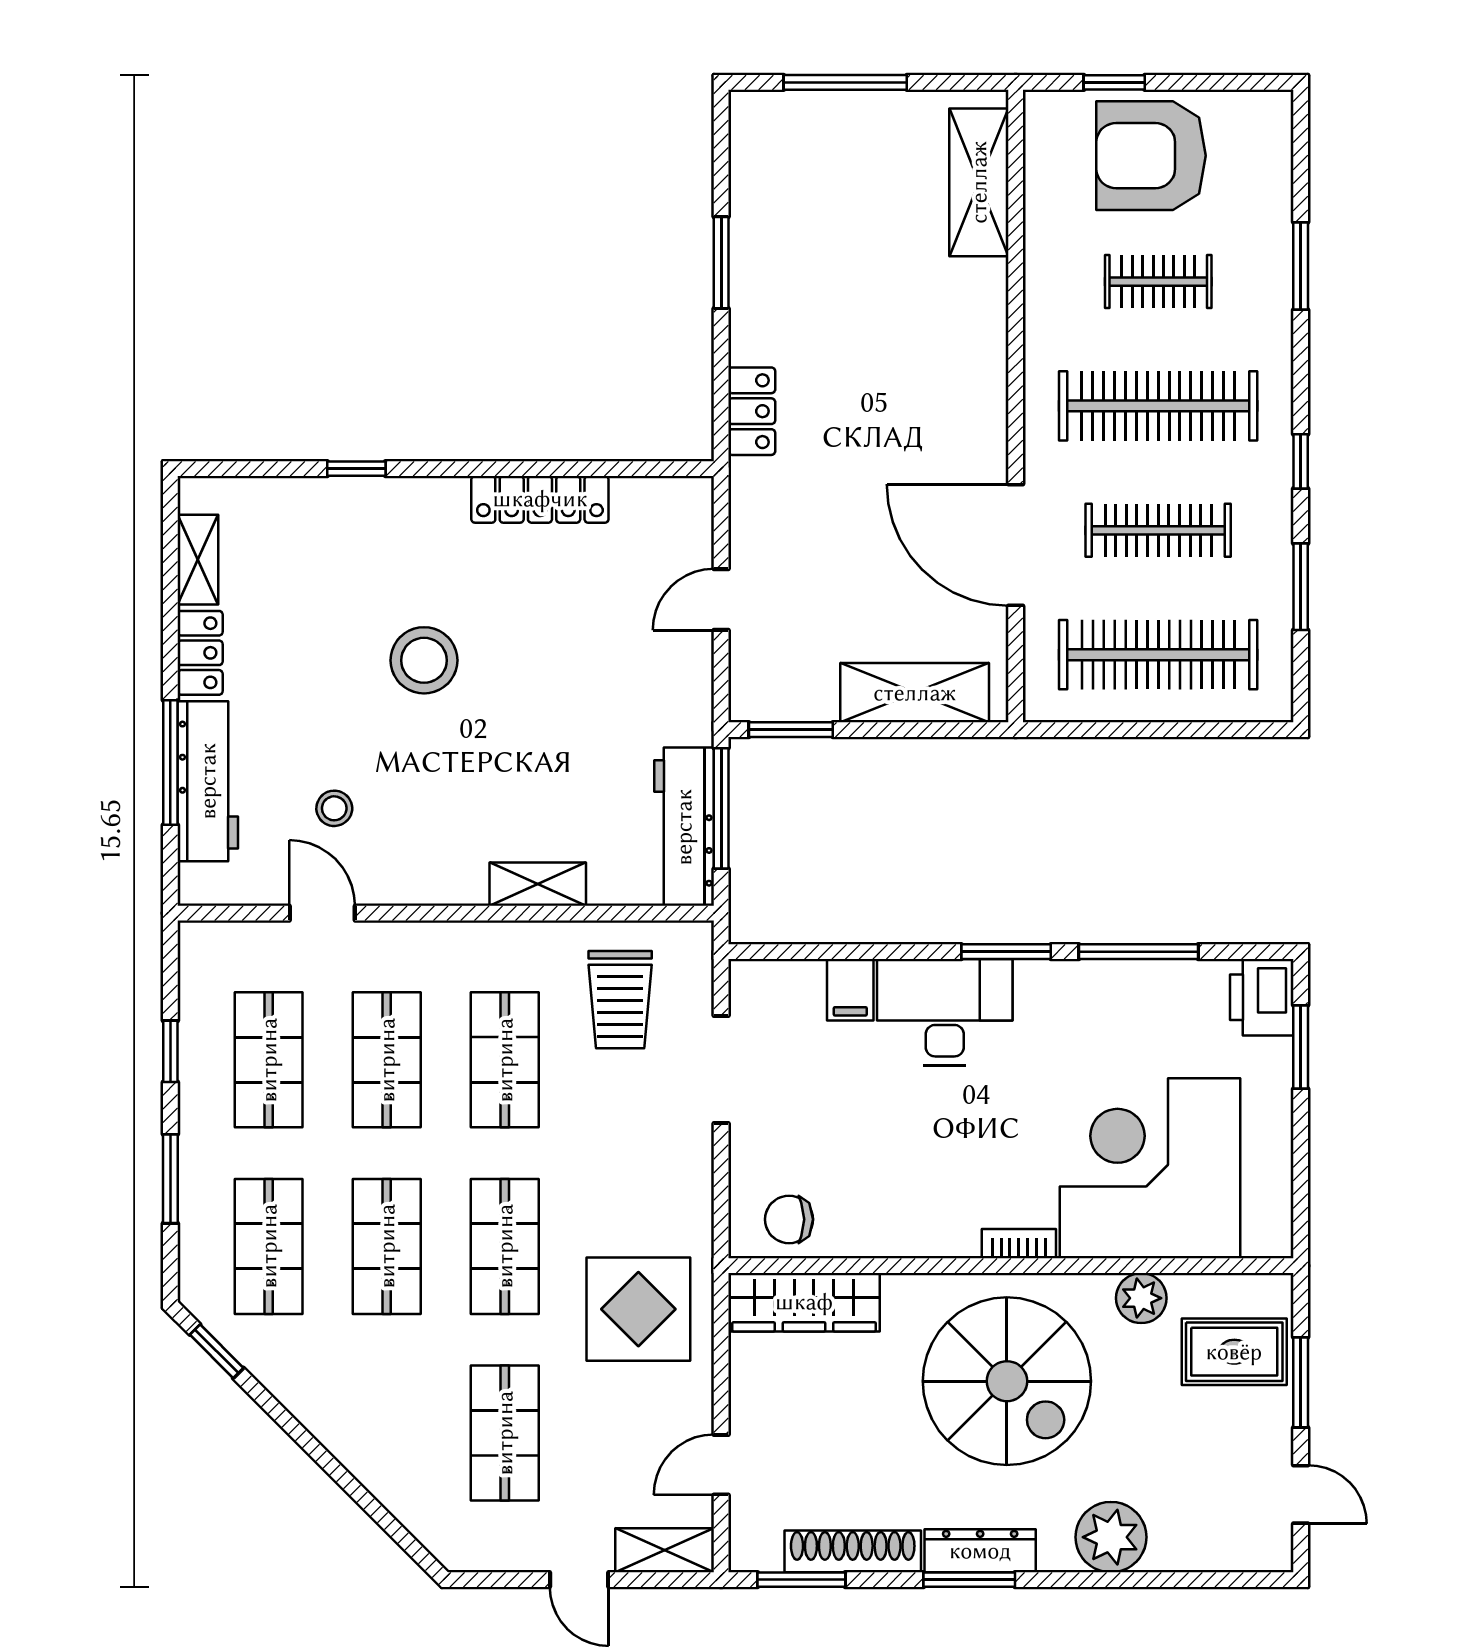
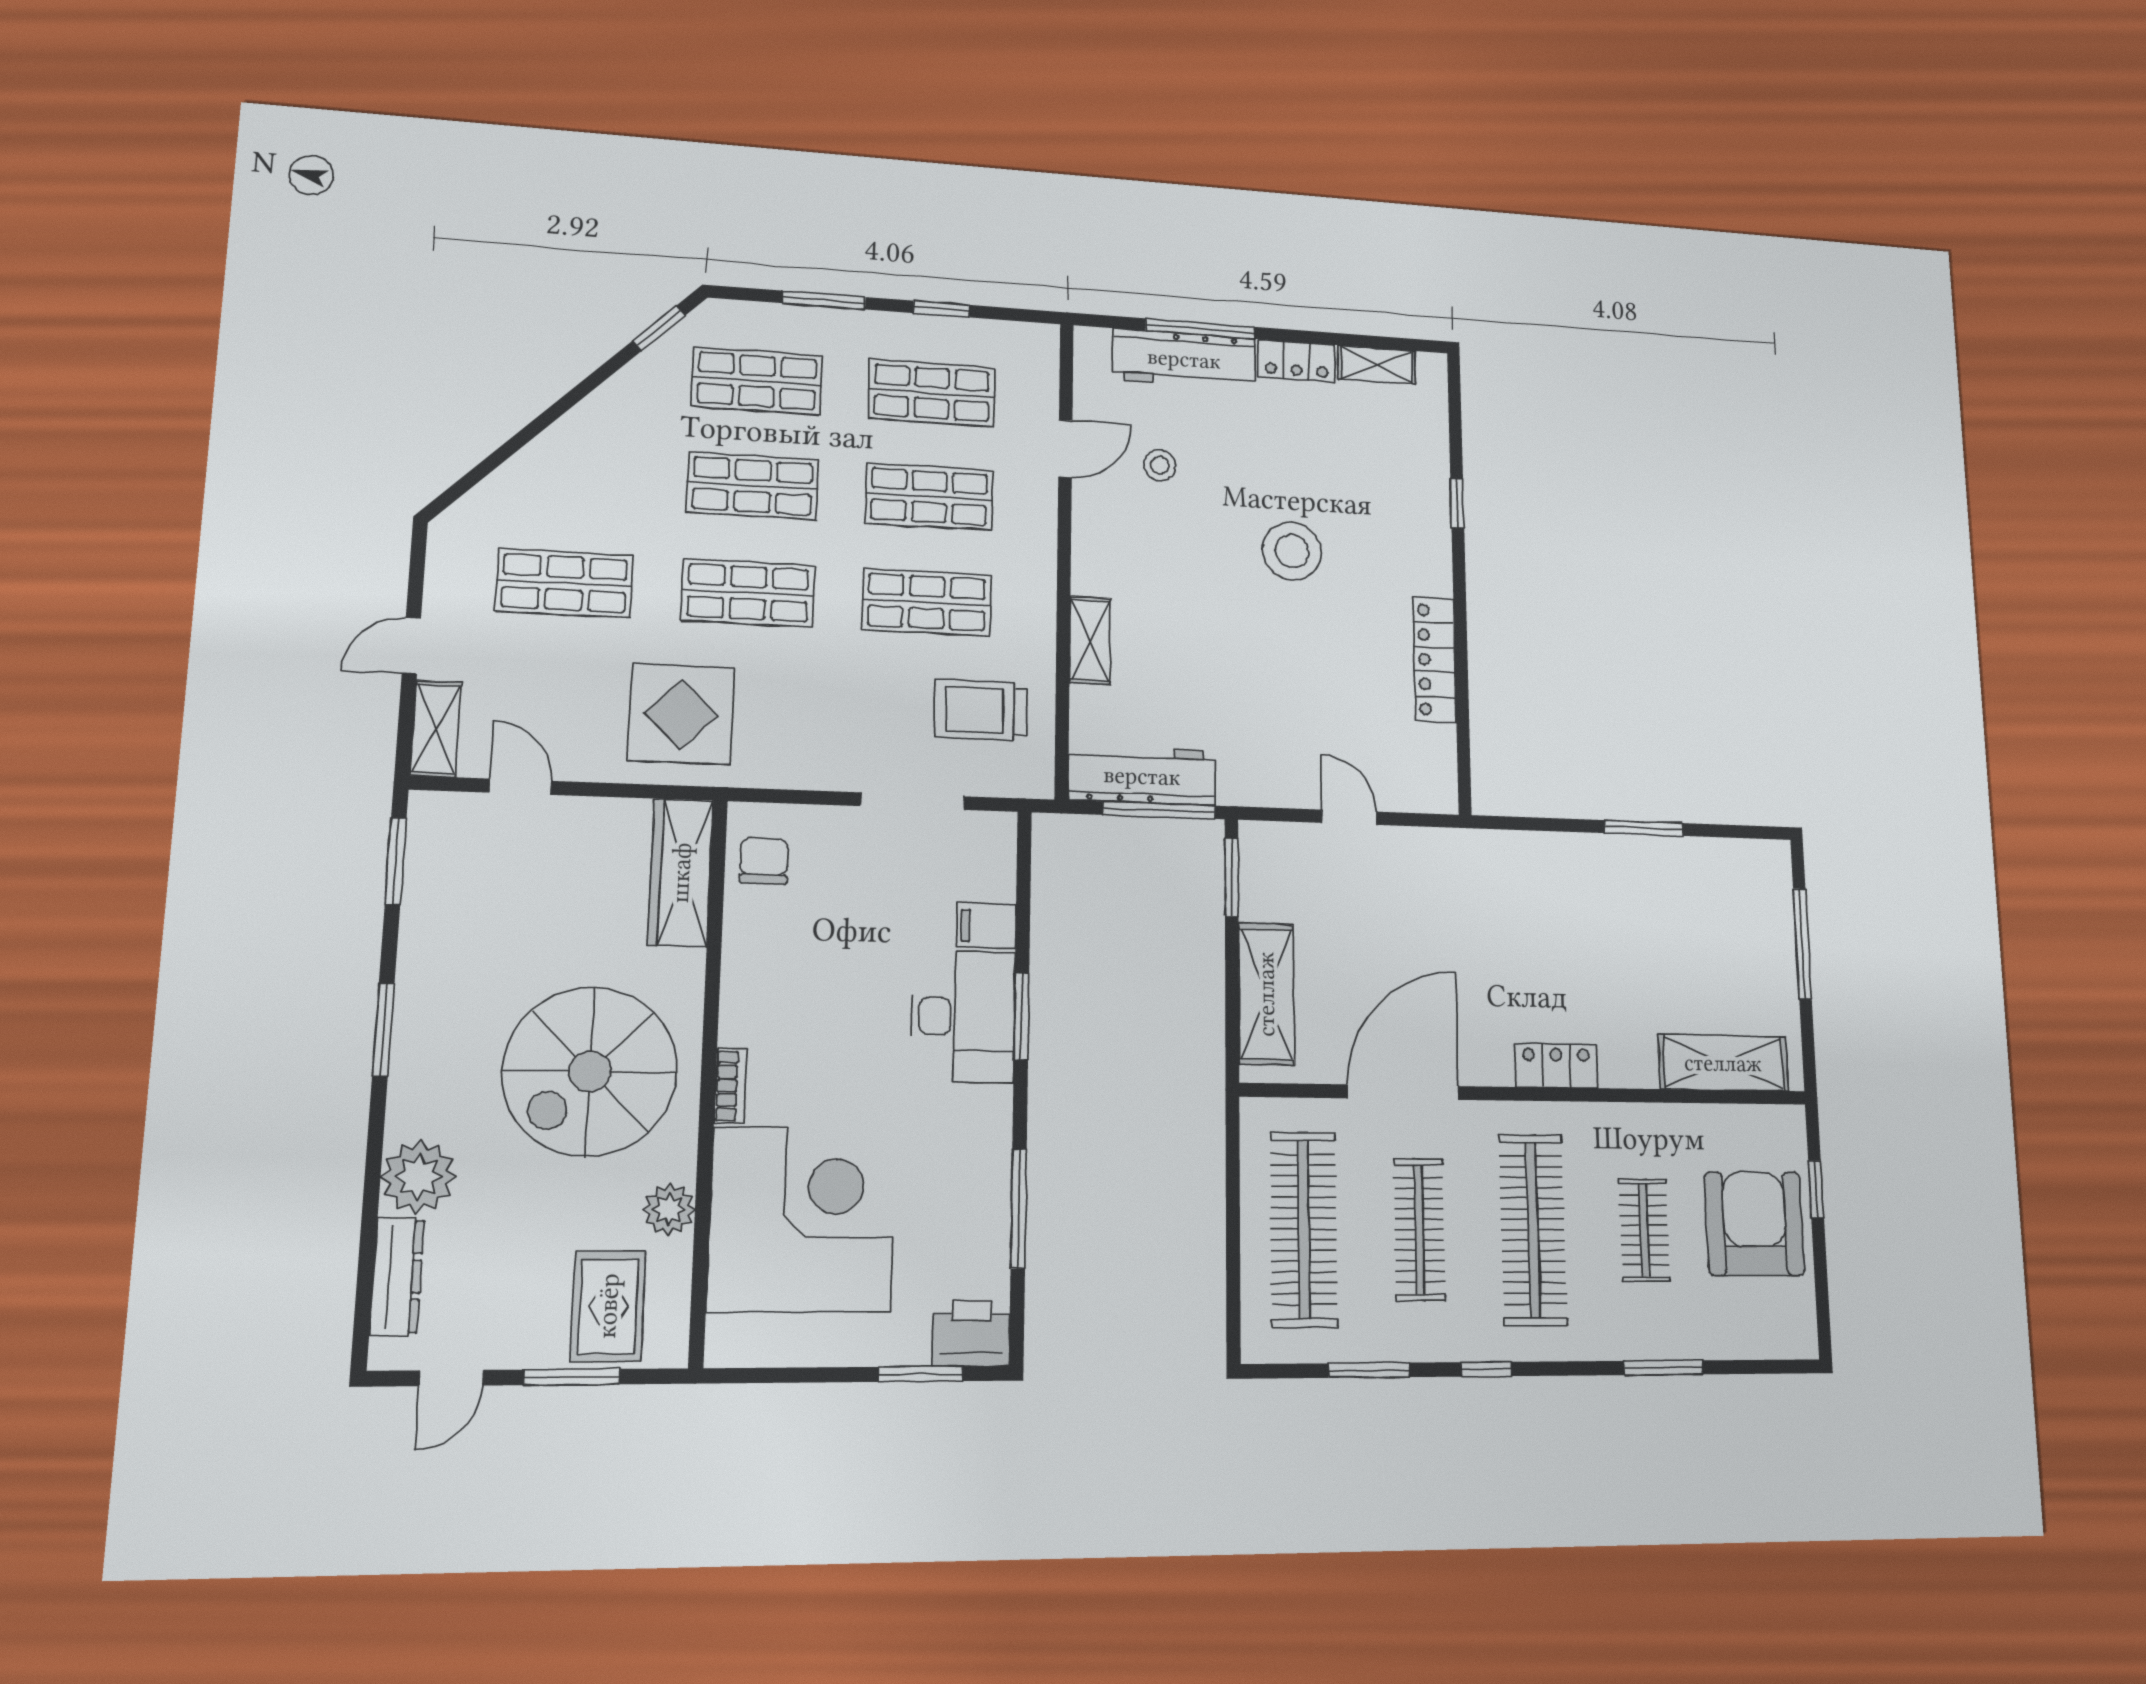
locker: (752, 411) -> (1556, 1066), moved, turned 180
window: (1006, 952) -> (1022, 1016), moved
shoe rack: (853, 1551) -> (422, 913), removed
dresser: (980, 1551) -> (397, 1276), moved

